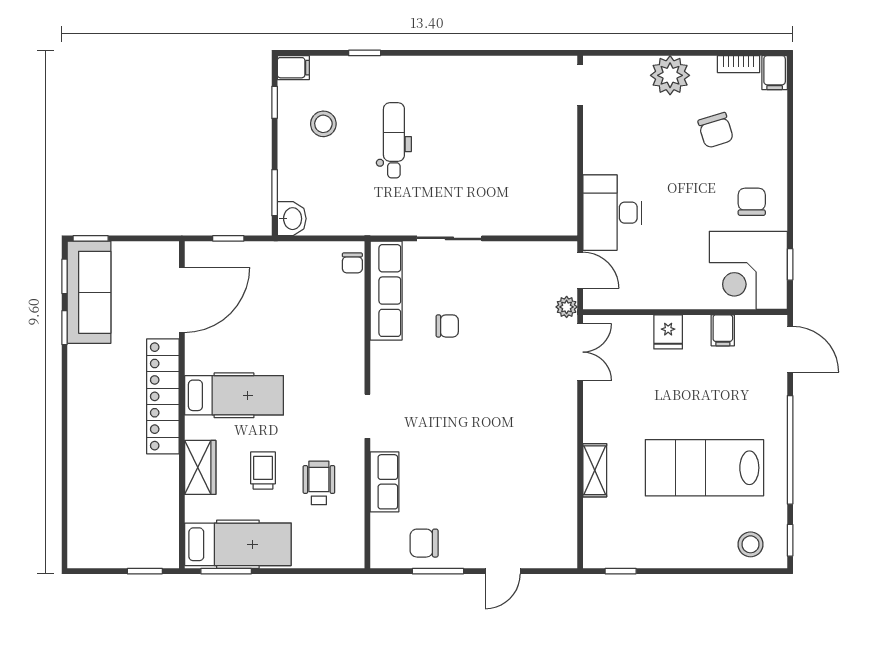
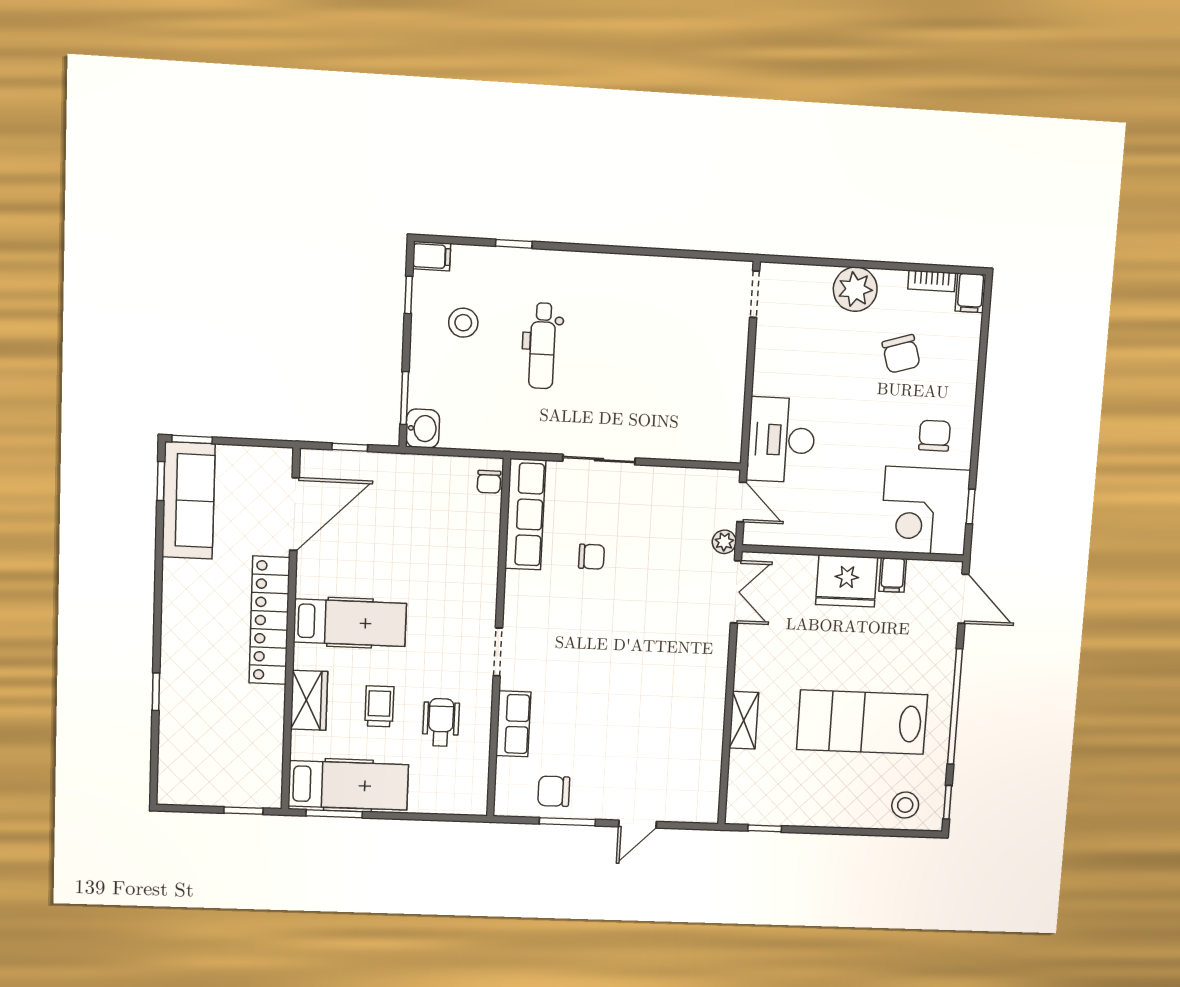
dental chair: (394, 140) -> (542, 346), turned 180
window: (65, 328) -> (156, 692), moved
fridge: (668, 332) -> (847, 581), width x1.88, depth x1.34

